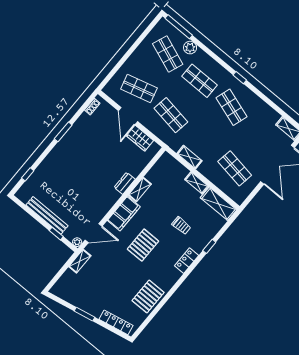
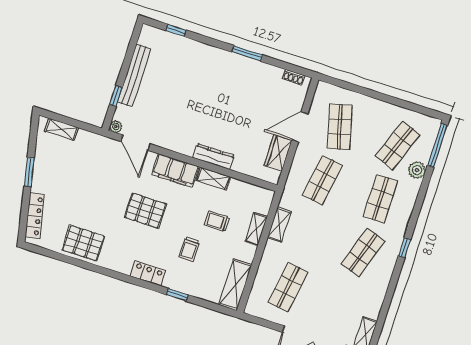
dresser: (125, 183) -> (214, 156), width x1.44
shelving: (197, 183) -> (256, 229), moved
trolley: (170, 199) -> (217, 221), added
shelving: (80, 261) -> (61, 129), moved

